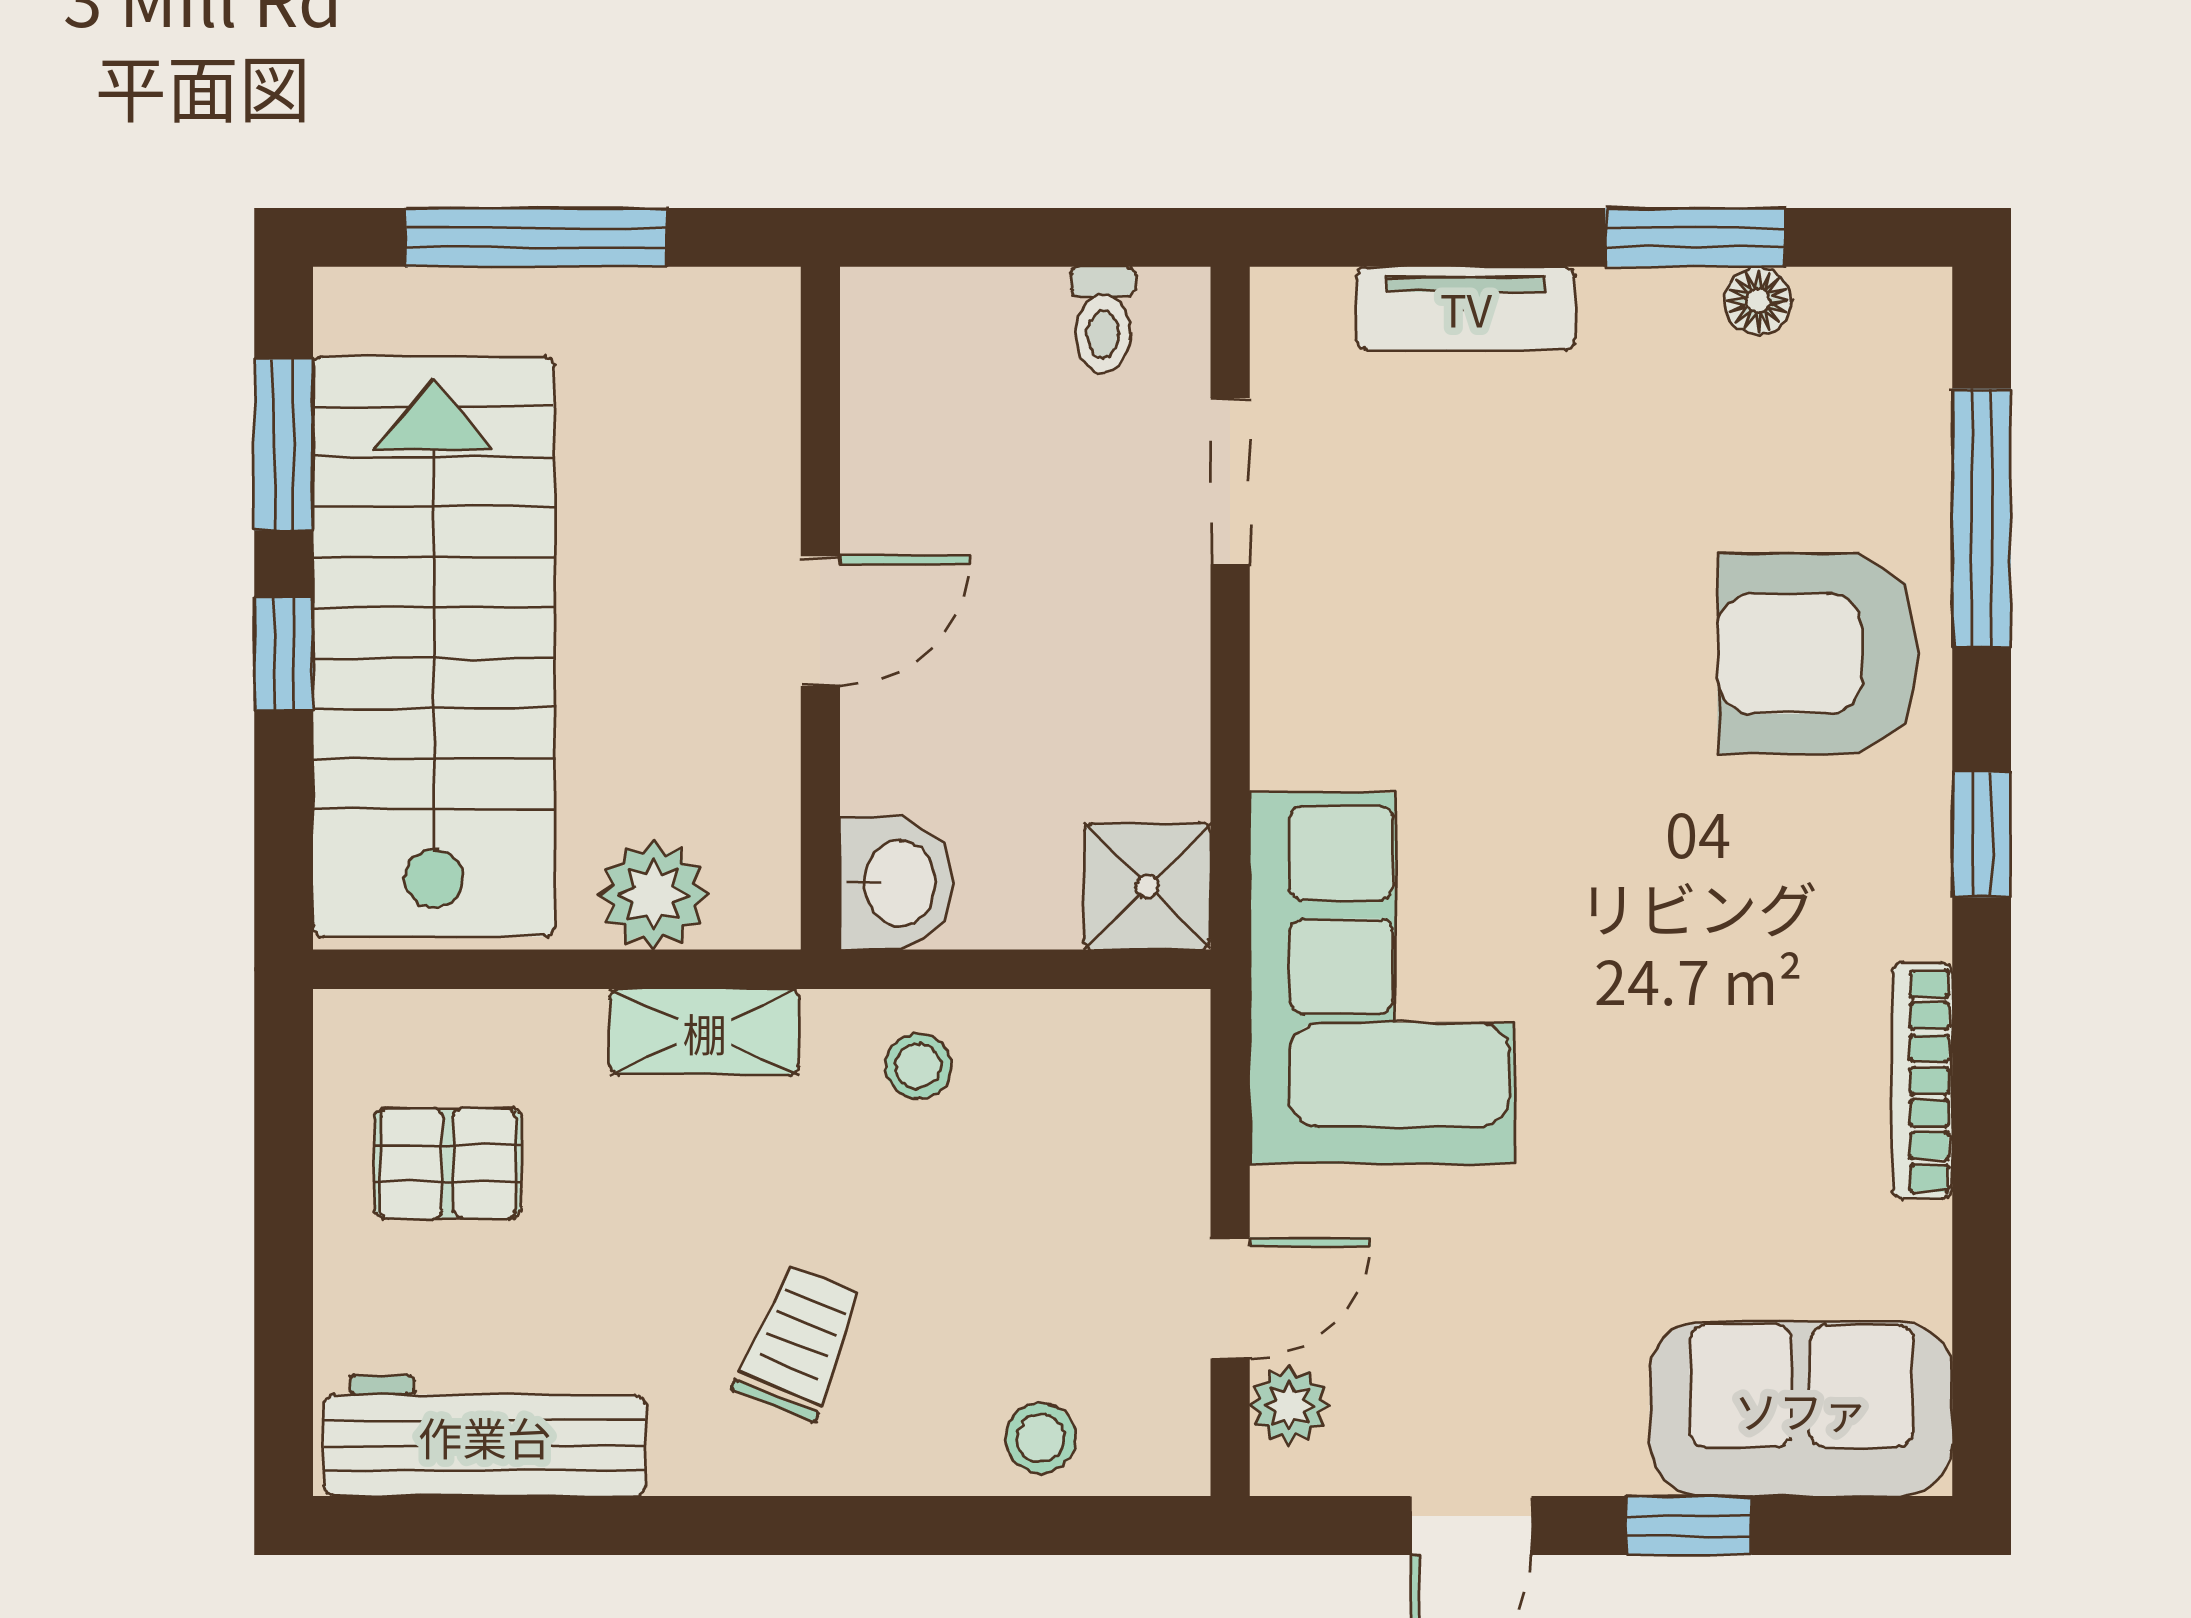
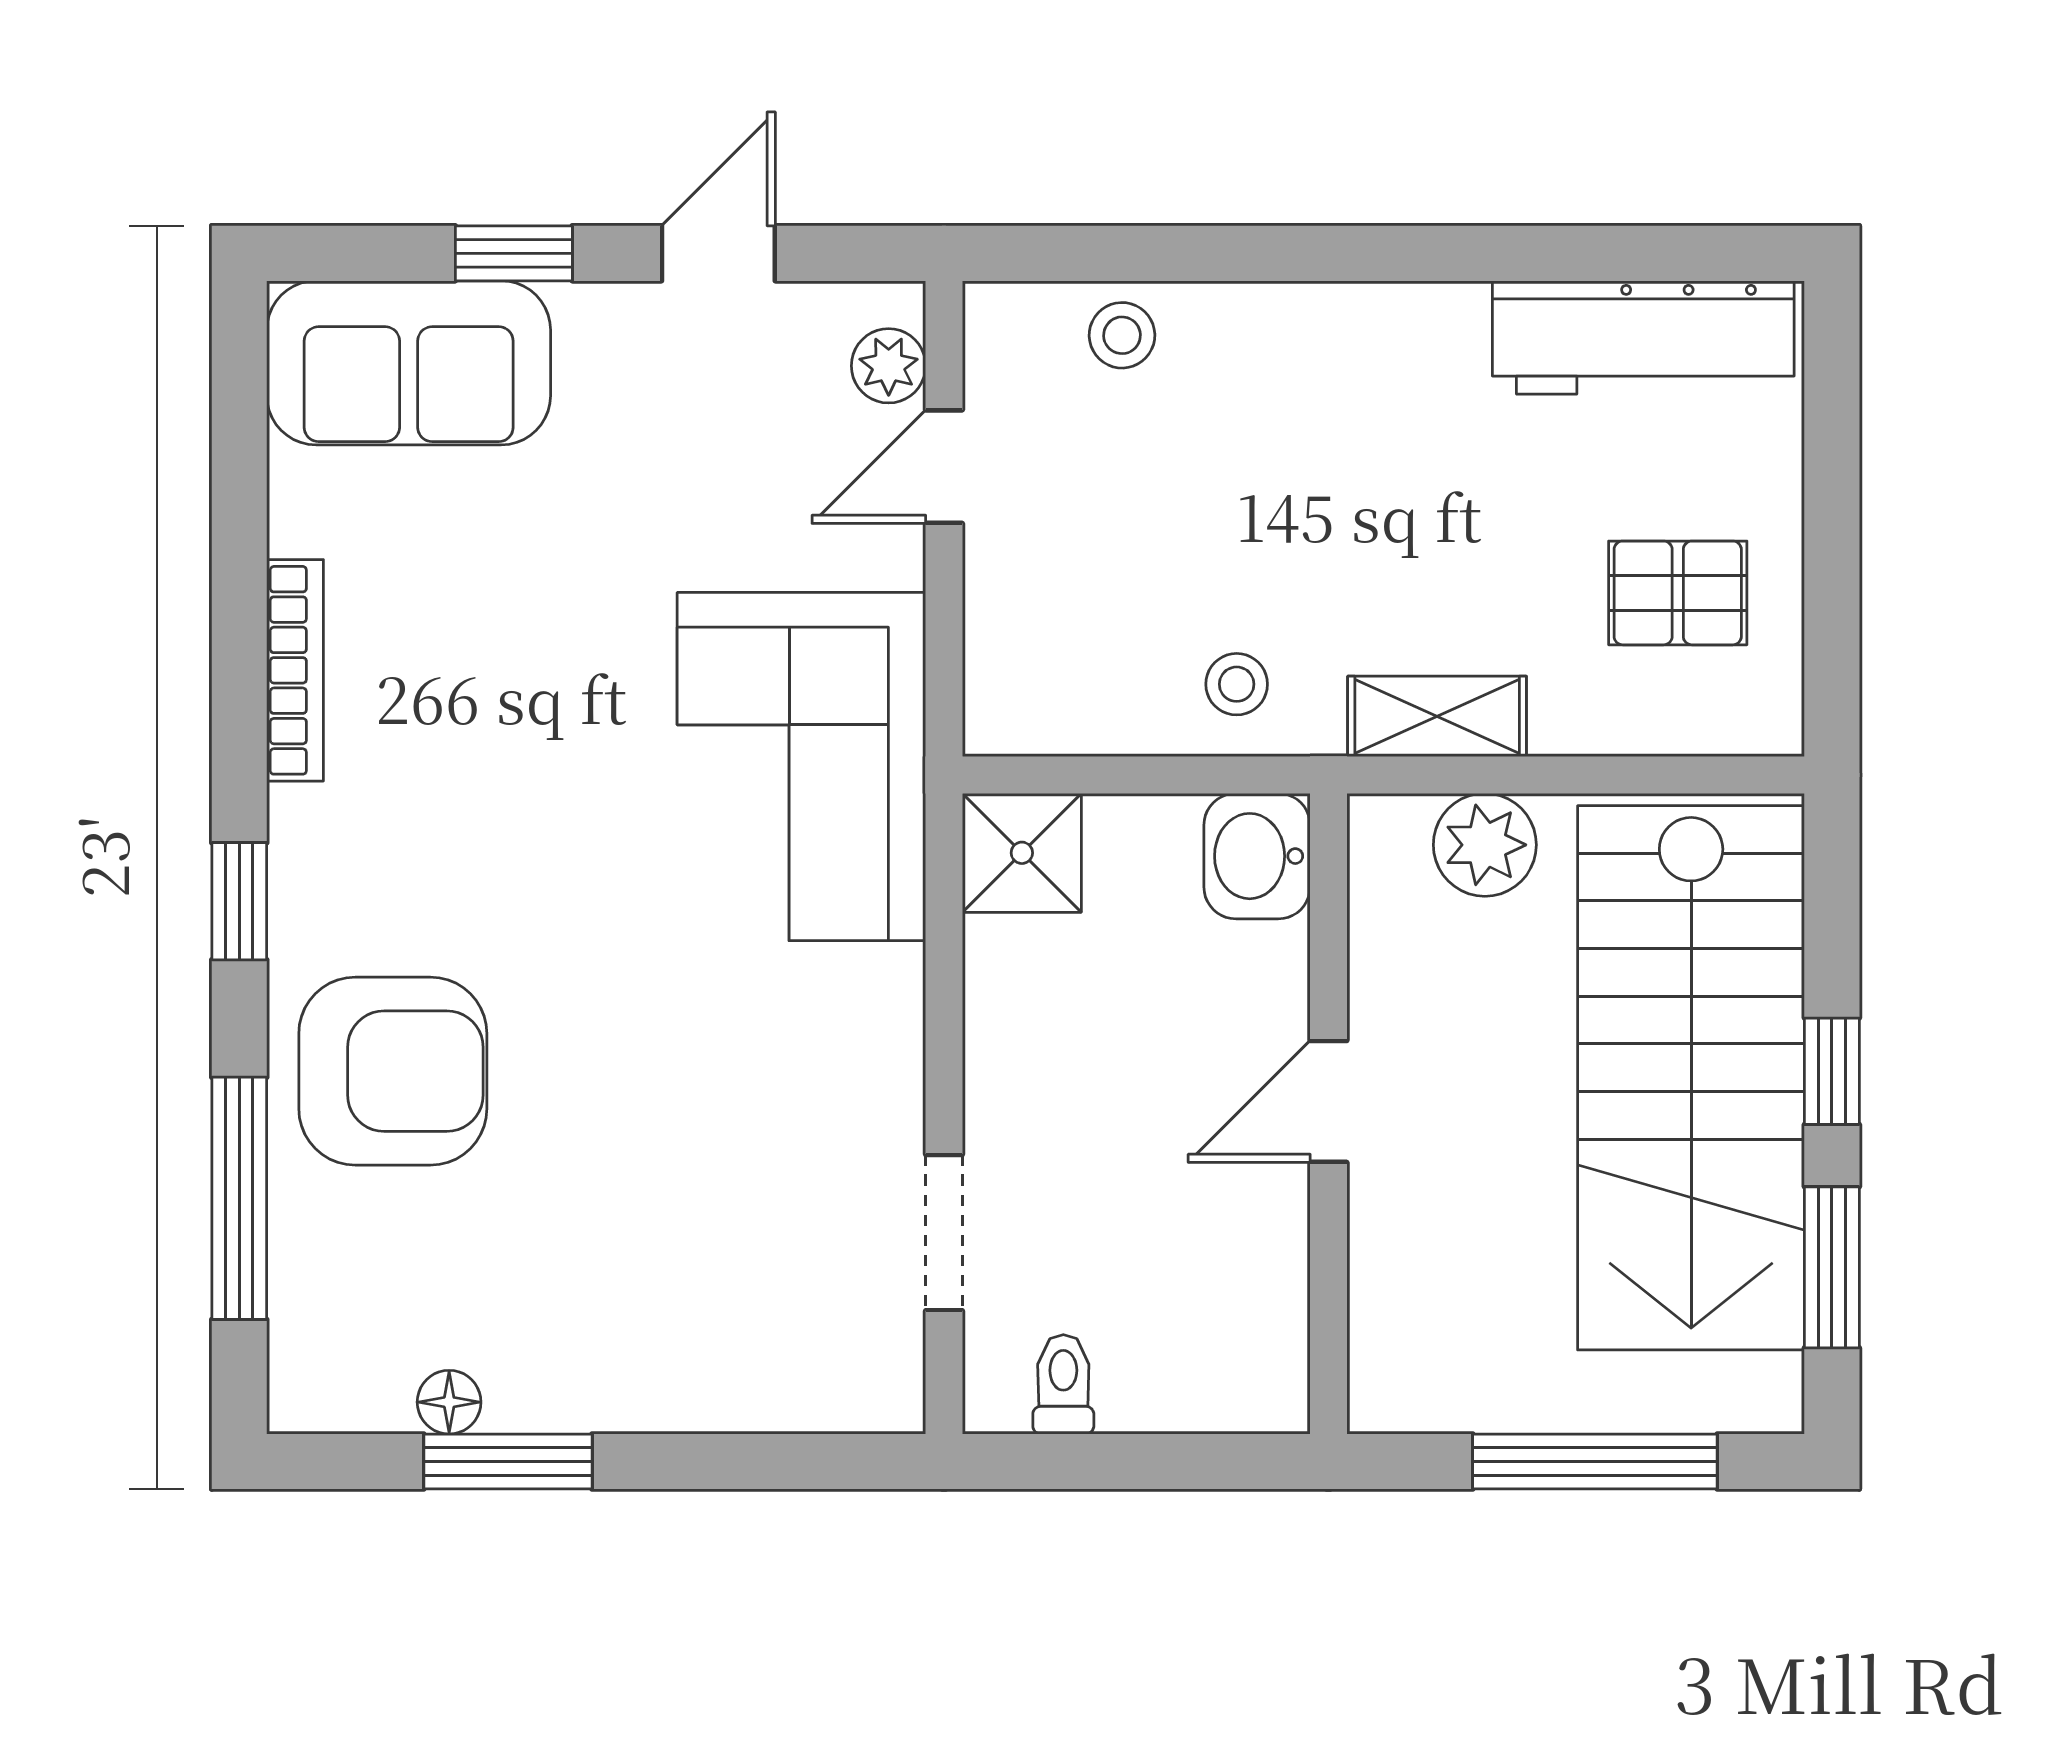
tv unit: (1466, 308) -> (723, 1395), removed
trolley: (798, 1343) -> (1349, 424), removed

